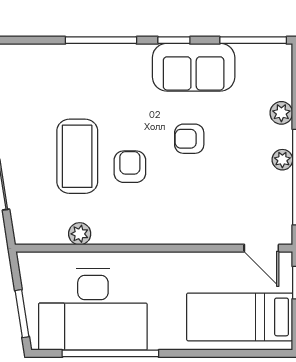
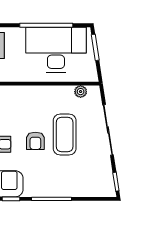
armchair: (130, 167) -> (35, 141), moved
plant: (80, 234) -> (81, 92), moved

